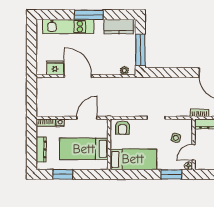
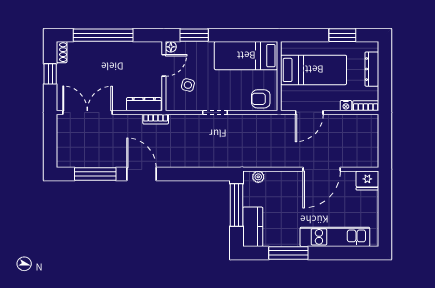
window: (89, 15) -> (288, 253), moved
kitchen counter: (119, 27) -> (253, 227), moved, turned 90
fridge: (55, 68) -> (367, 180), moved
door: (78, 76) -> (322, 169), hinge flipped
armchair: (122, 128) -> (261, 99), turned -90

